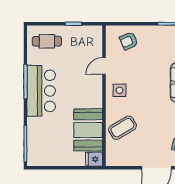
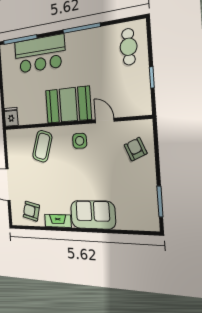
bar counter: (41, 91) -> (40, 54), moved
coffee table: (122, 128) -> (42, 146), turned 49
booth: (88, 130) -> (68, 105), moved

